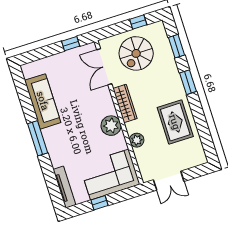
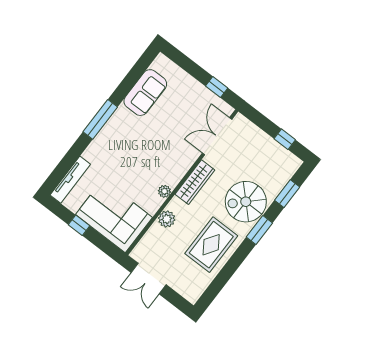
spiral stairs: (136, 53) -> (246, 202), moved
sofa: (43, 101) -> (145, 93), width x0.73
plant: (111, 126) -> (164, 191), width x0.53, depth x0.53

